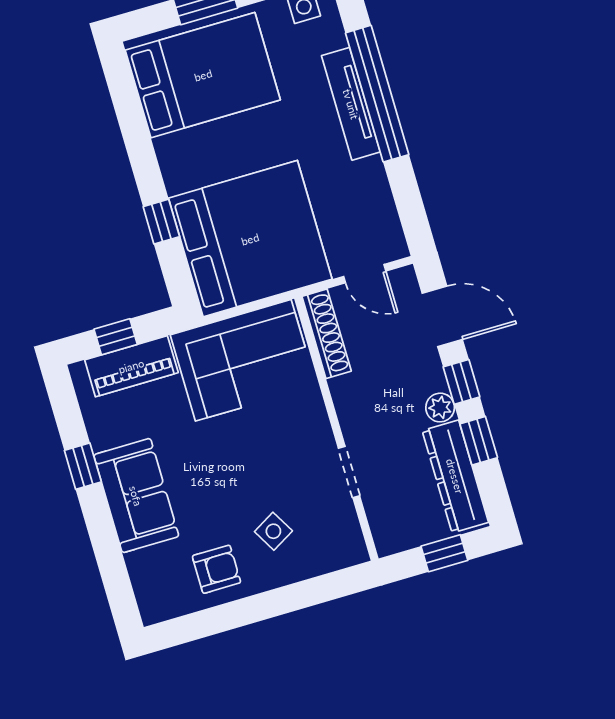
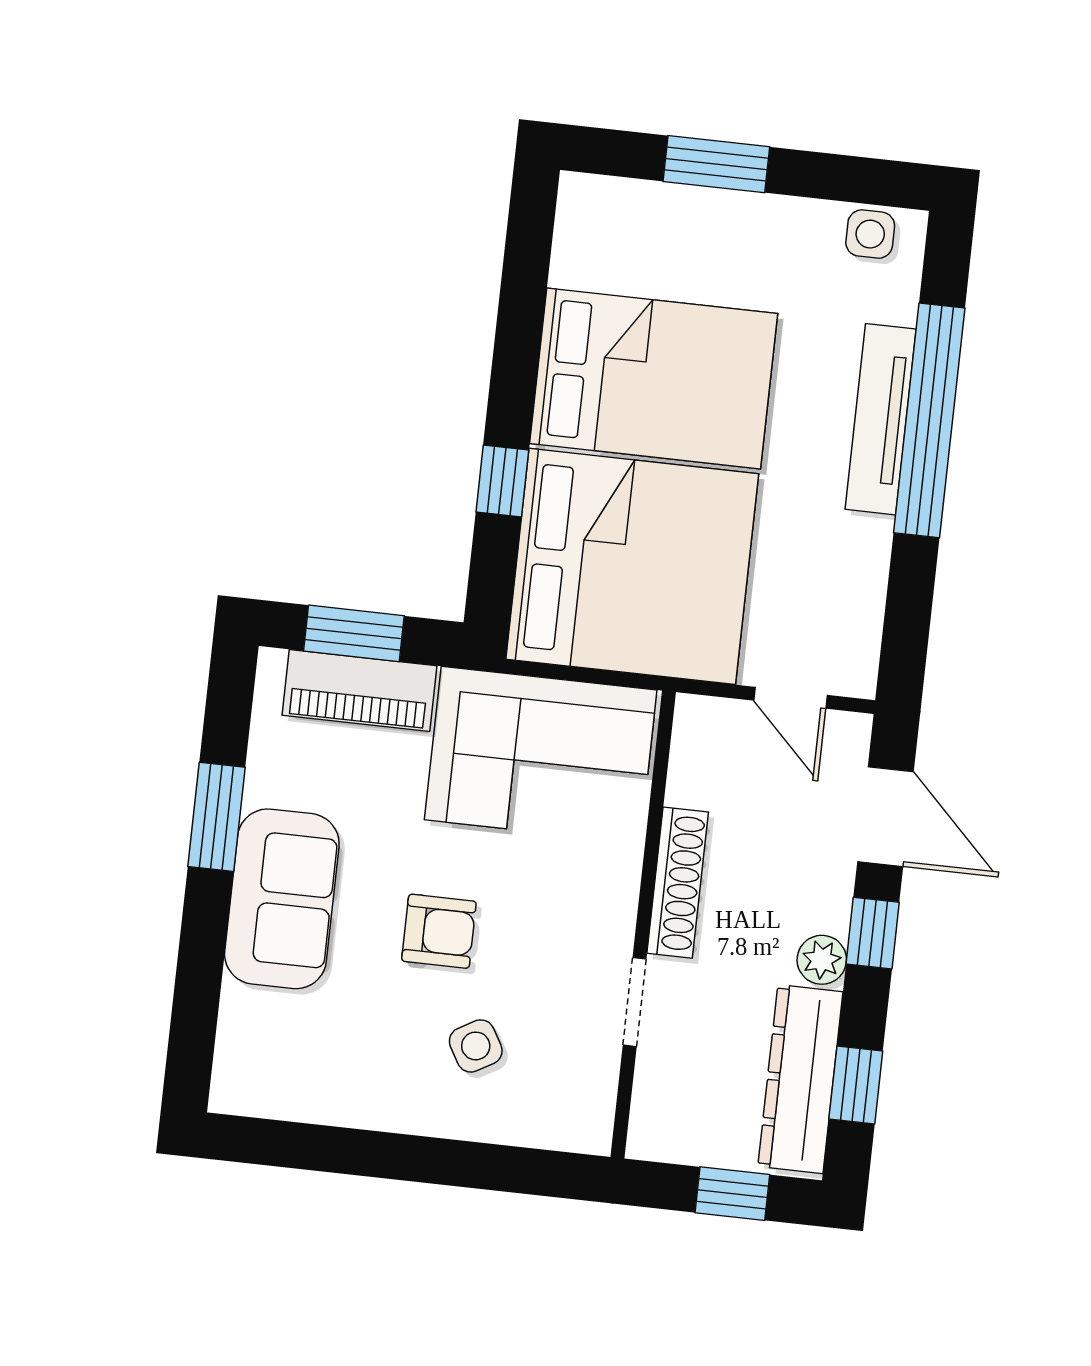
bed: (203, 75) -> (654, 378), moved
shoe rack: (327, 334) -> (678, 883), moved
window: (116, 337) -> (354, 633), width x1.50
window: (479, 441) -> (856, 1085), moved
window: (83, 466) -> (216, 817), width x1.50
armchair: (216, 569) -> (439, 931), moved

